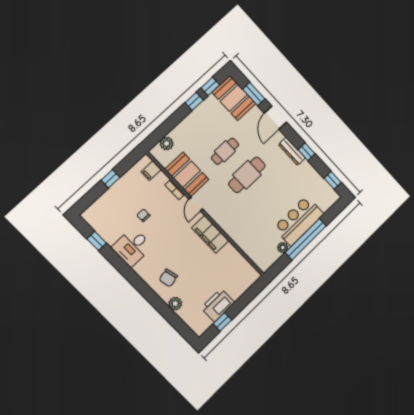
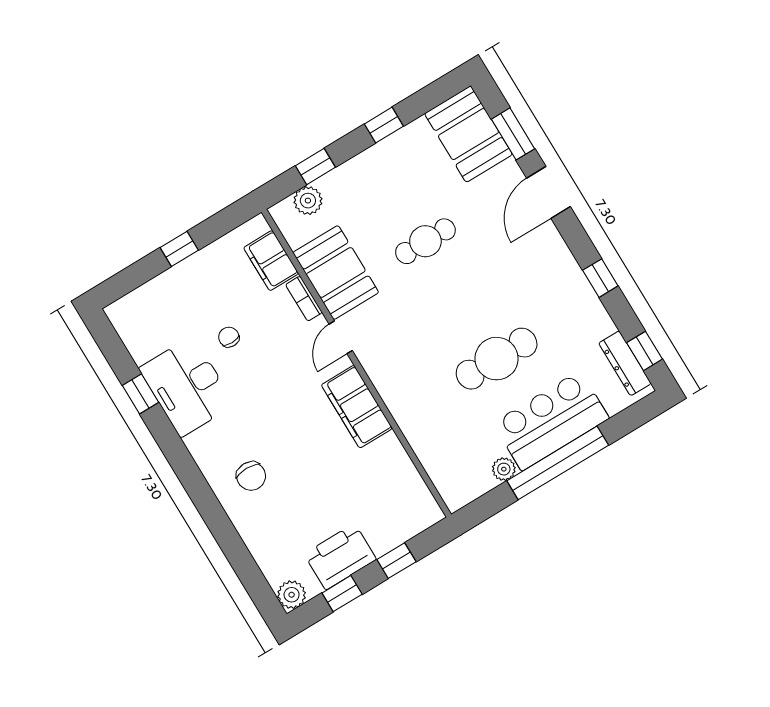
window: (210, 86) -> (315, 166), moved
dresser: (292, 151) -> (625, 363), moved
filing cabinet: (151, 171) -> (271, 261), width x2.00
cafe table: (247, 175) -> (497, 359), moved
window: (97, 241) -> (140, 394), moved
desk: (132, 247) -> (187, 387), width x1.37
chair: (168, 278) -> (251, 476), turned -77
window: (244, 301) -> (396, 561), added
plant: (175, 304) -> (292, 595), moved

